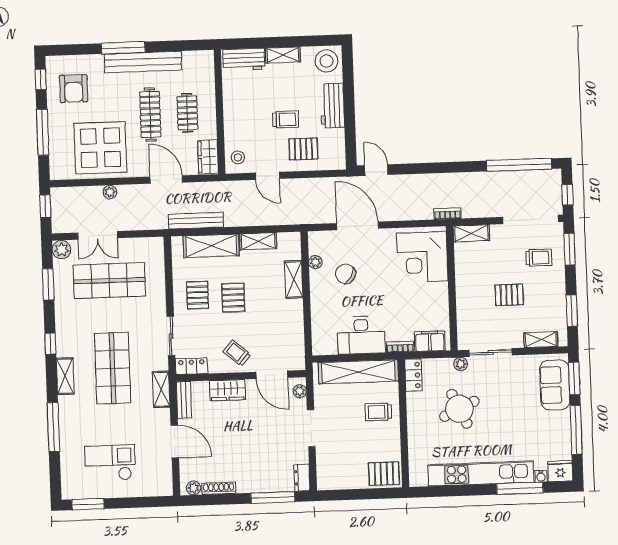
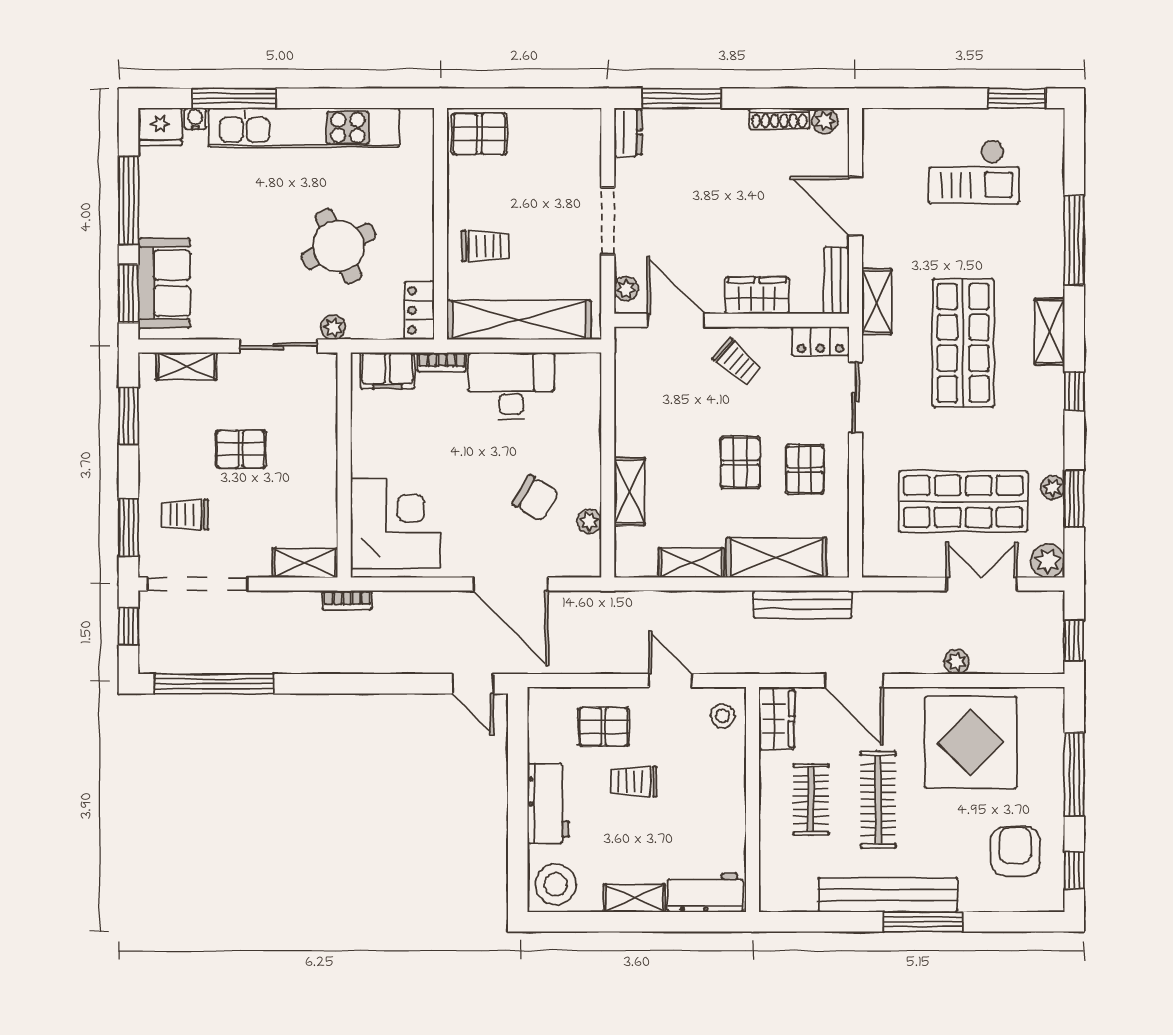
plant: (60, 290) -> (1053, 488), added

